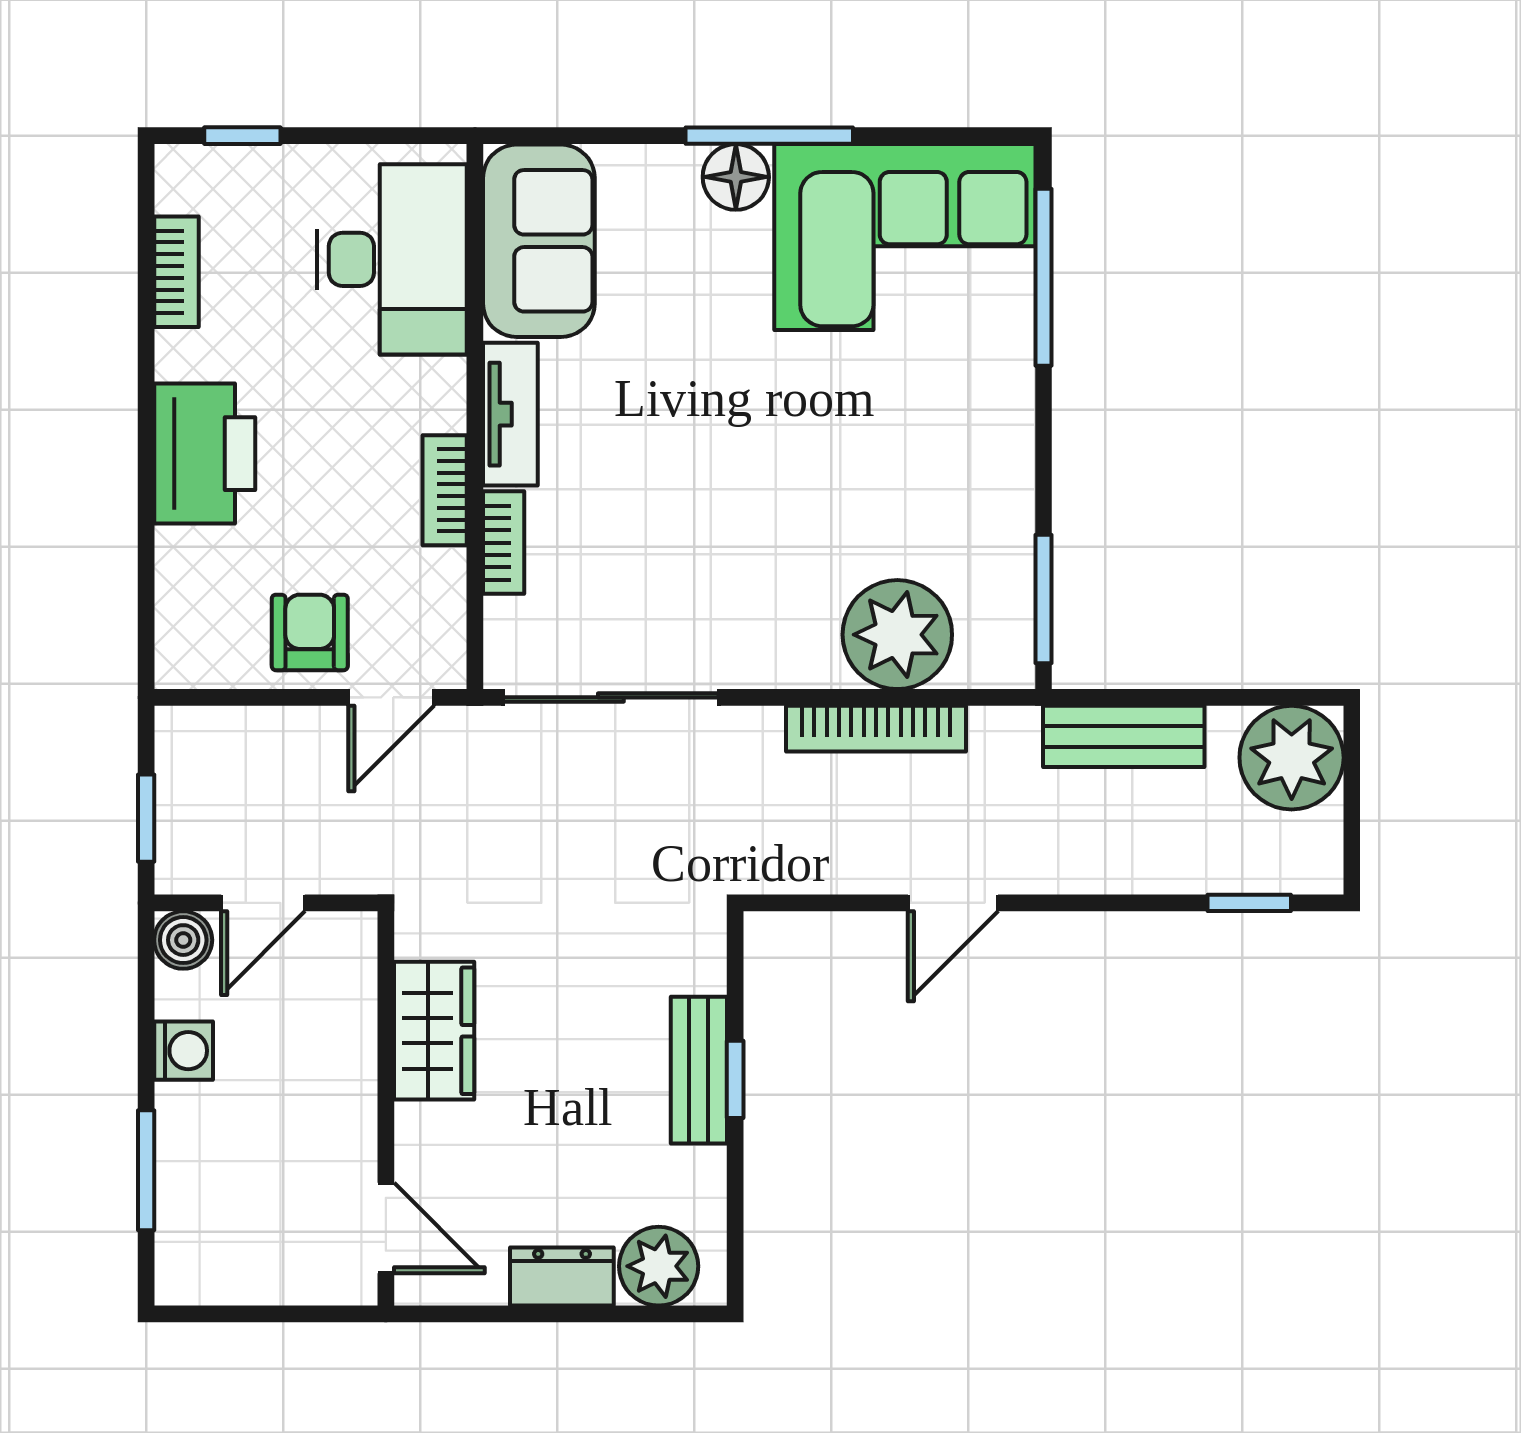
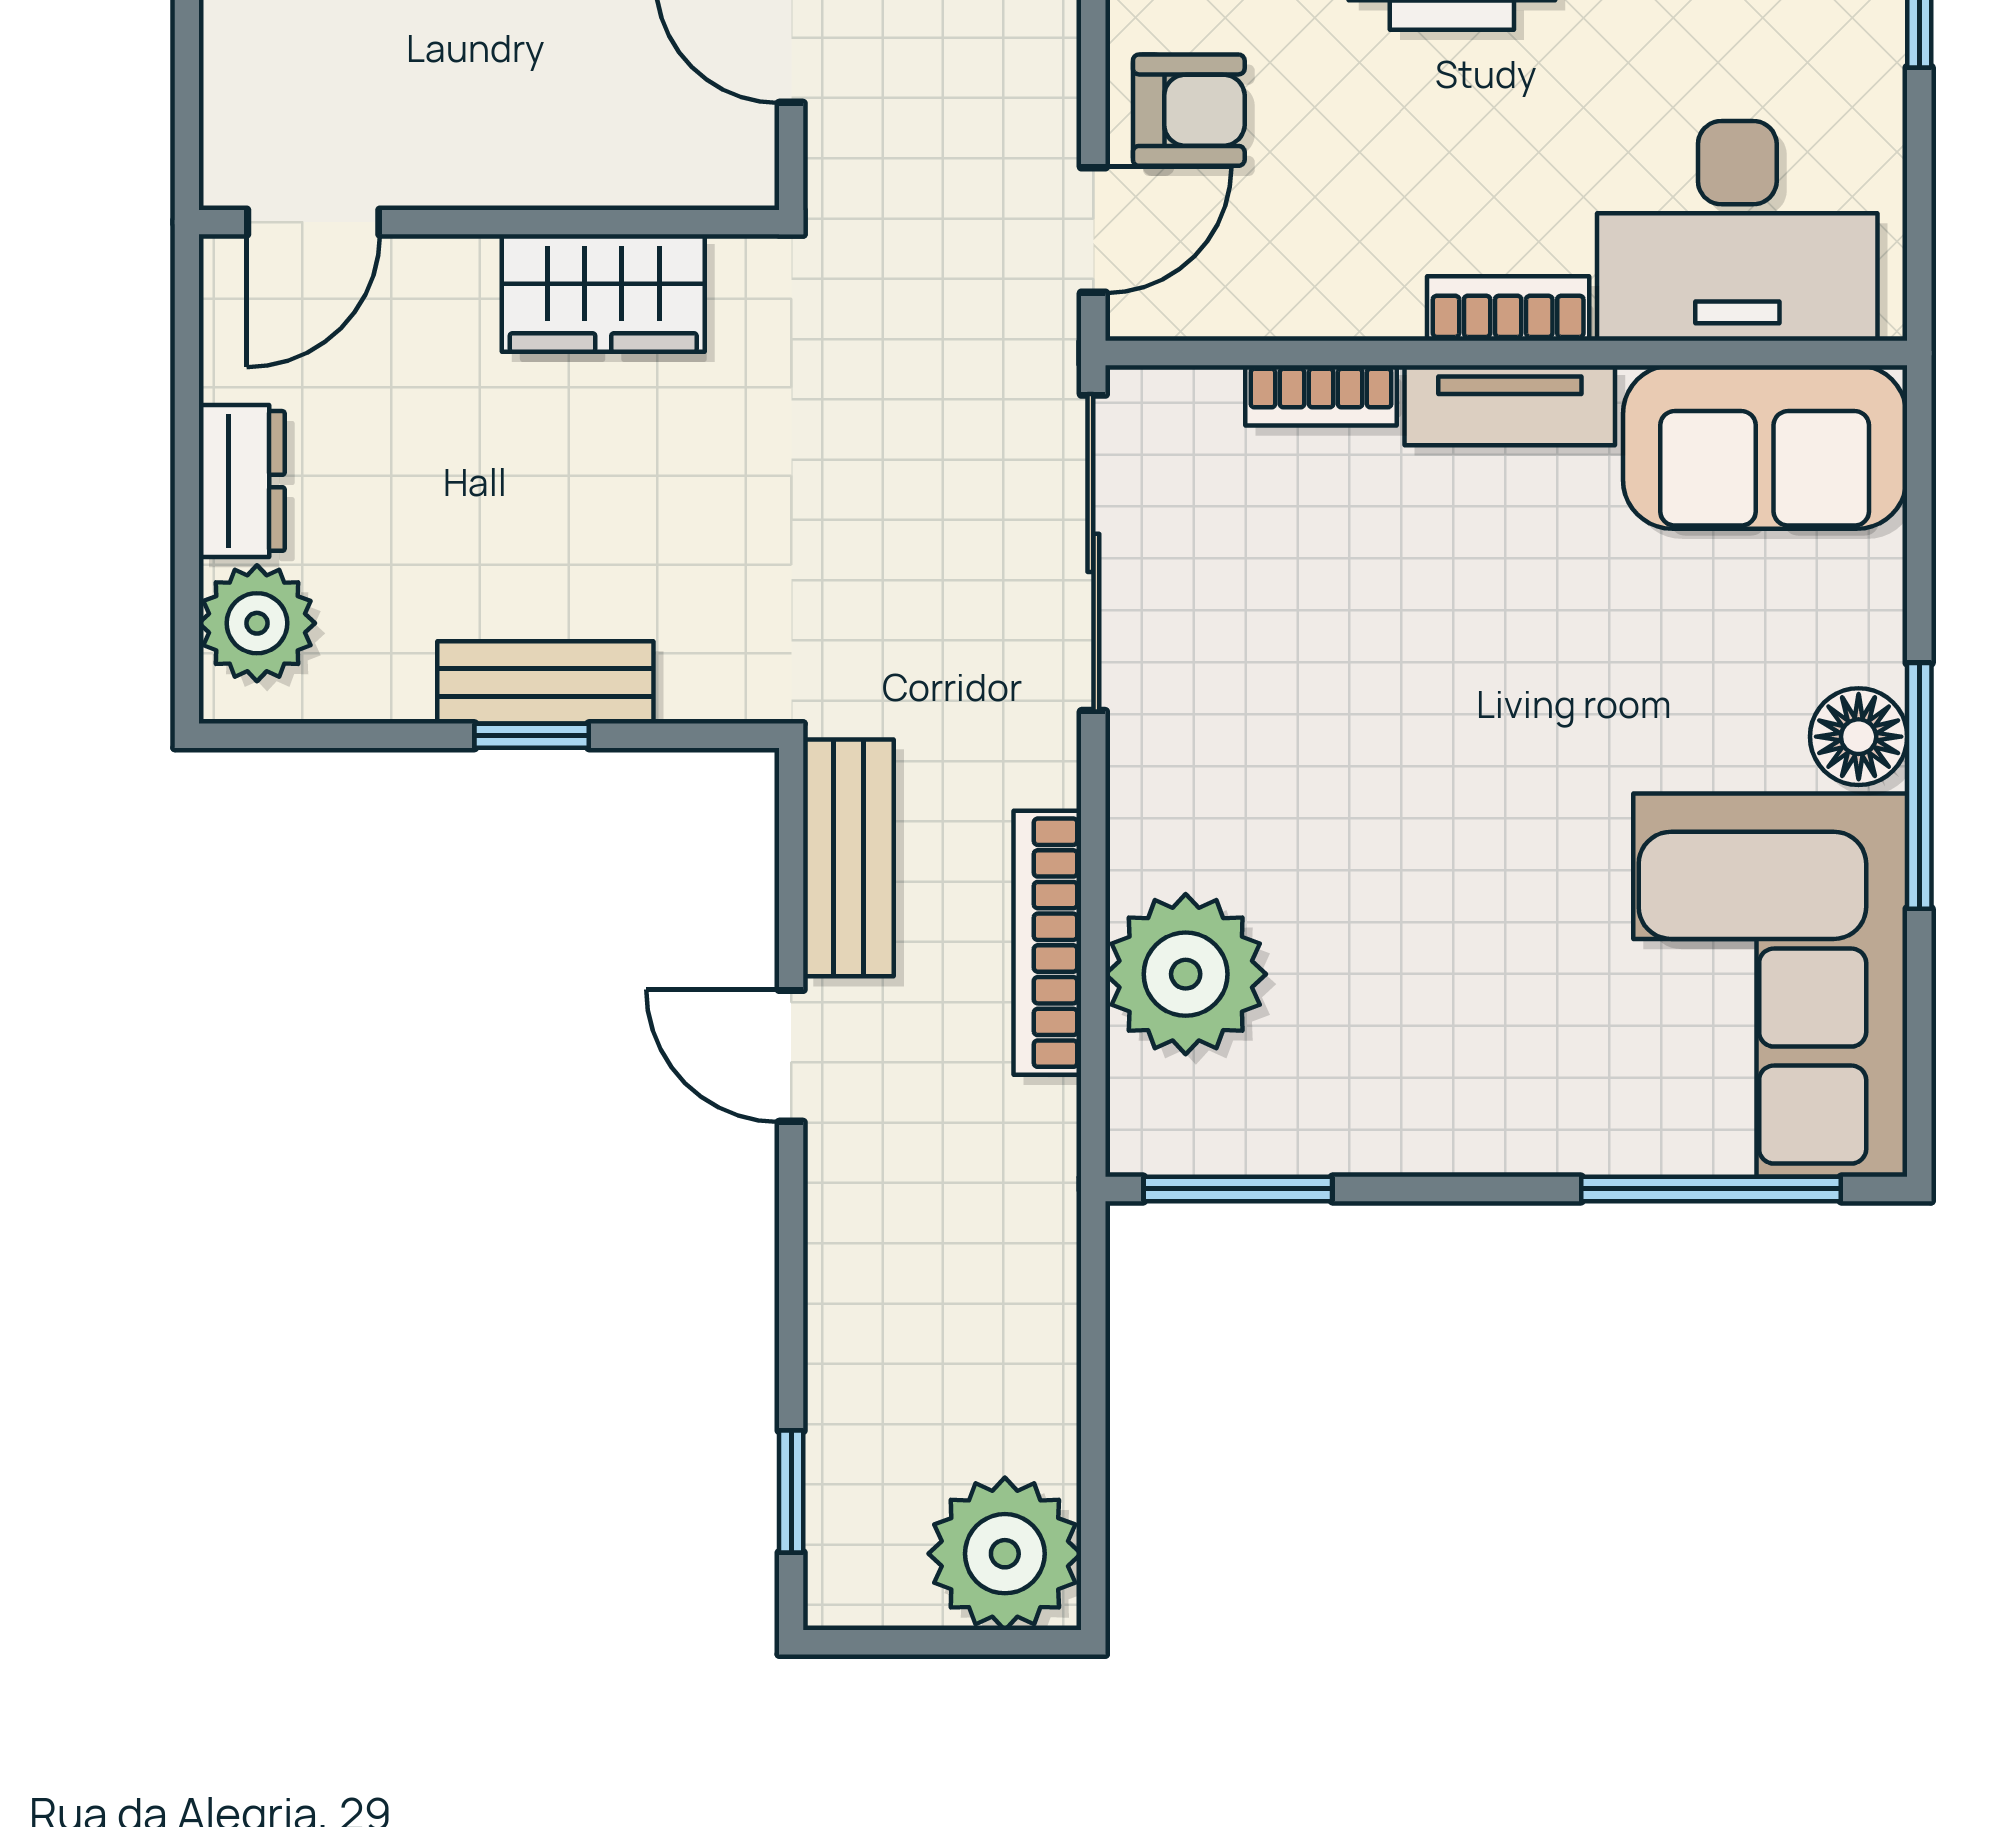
bookcase: (445, 490) -> (1508, 309), moved
door: (391, 697) -> (1093, 230), swing flipped
bench: (1124, 736) -> (848, 858), moved

